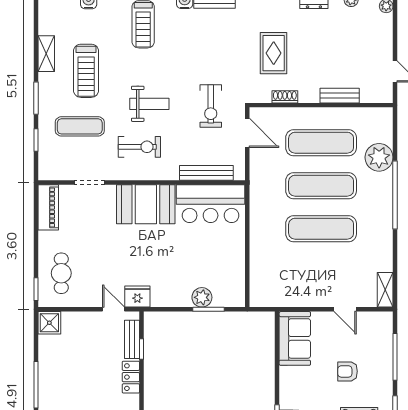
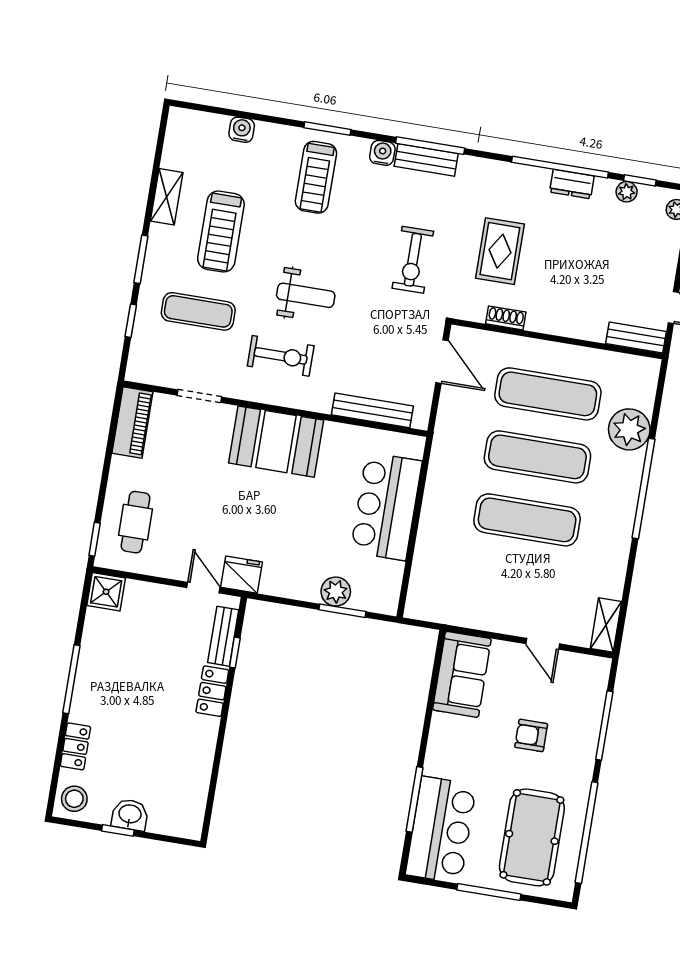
bench: (340, 96) -> (636, 338), moved
exercise bike: (211, 106) -> (413, 260), moved
bar counter: (211, 204) -> (386, 506), moved, turned 90

